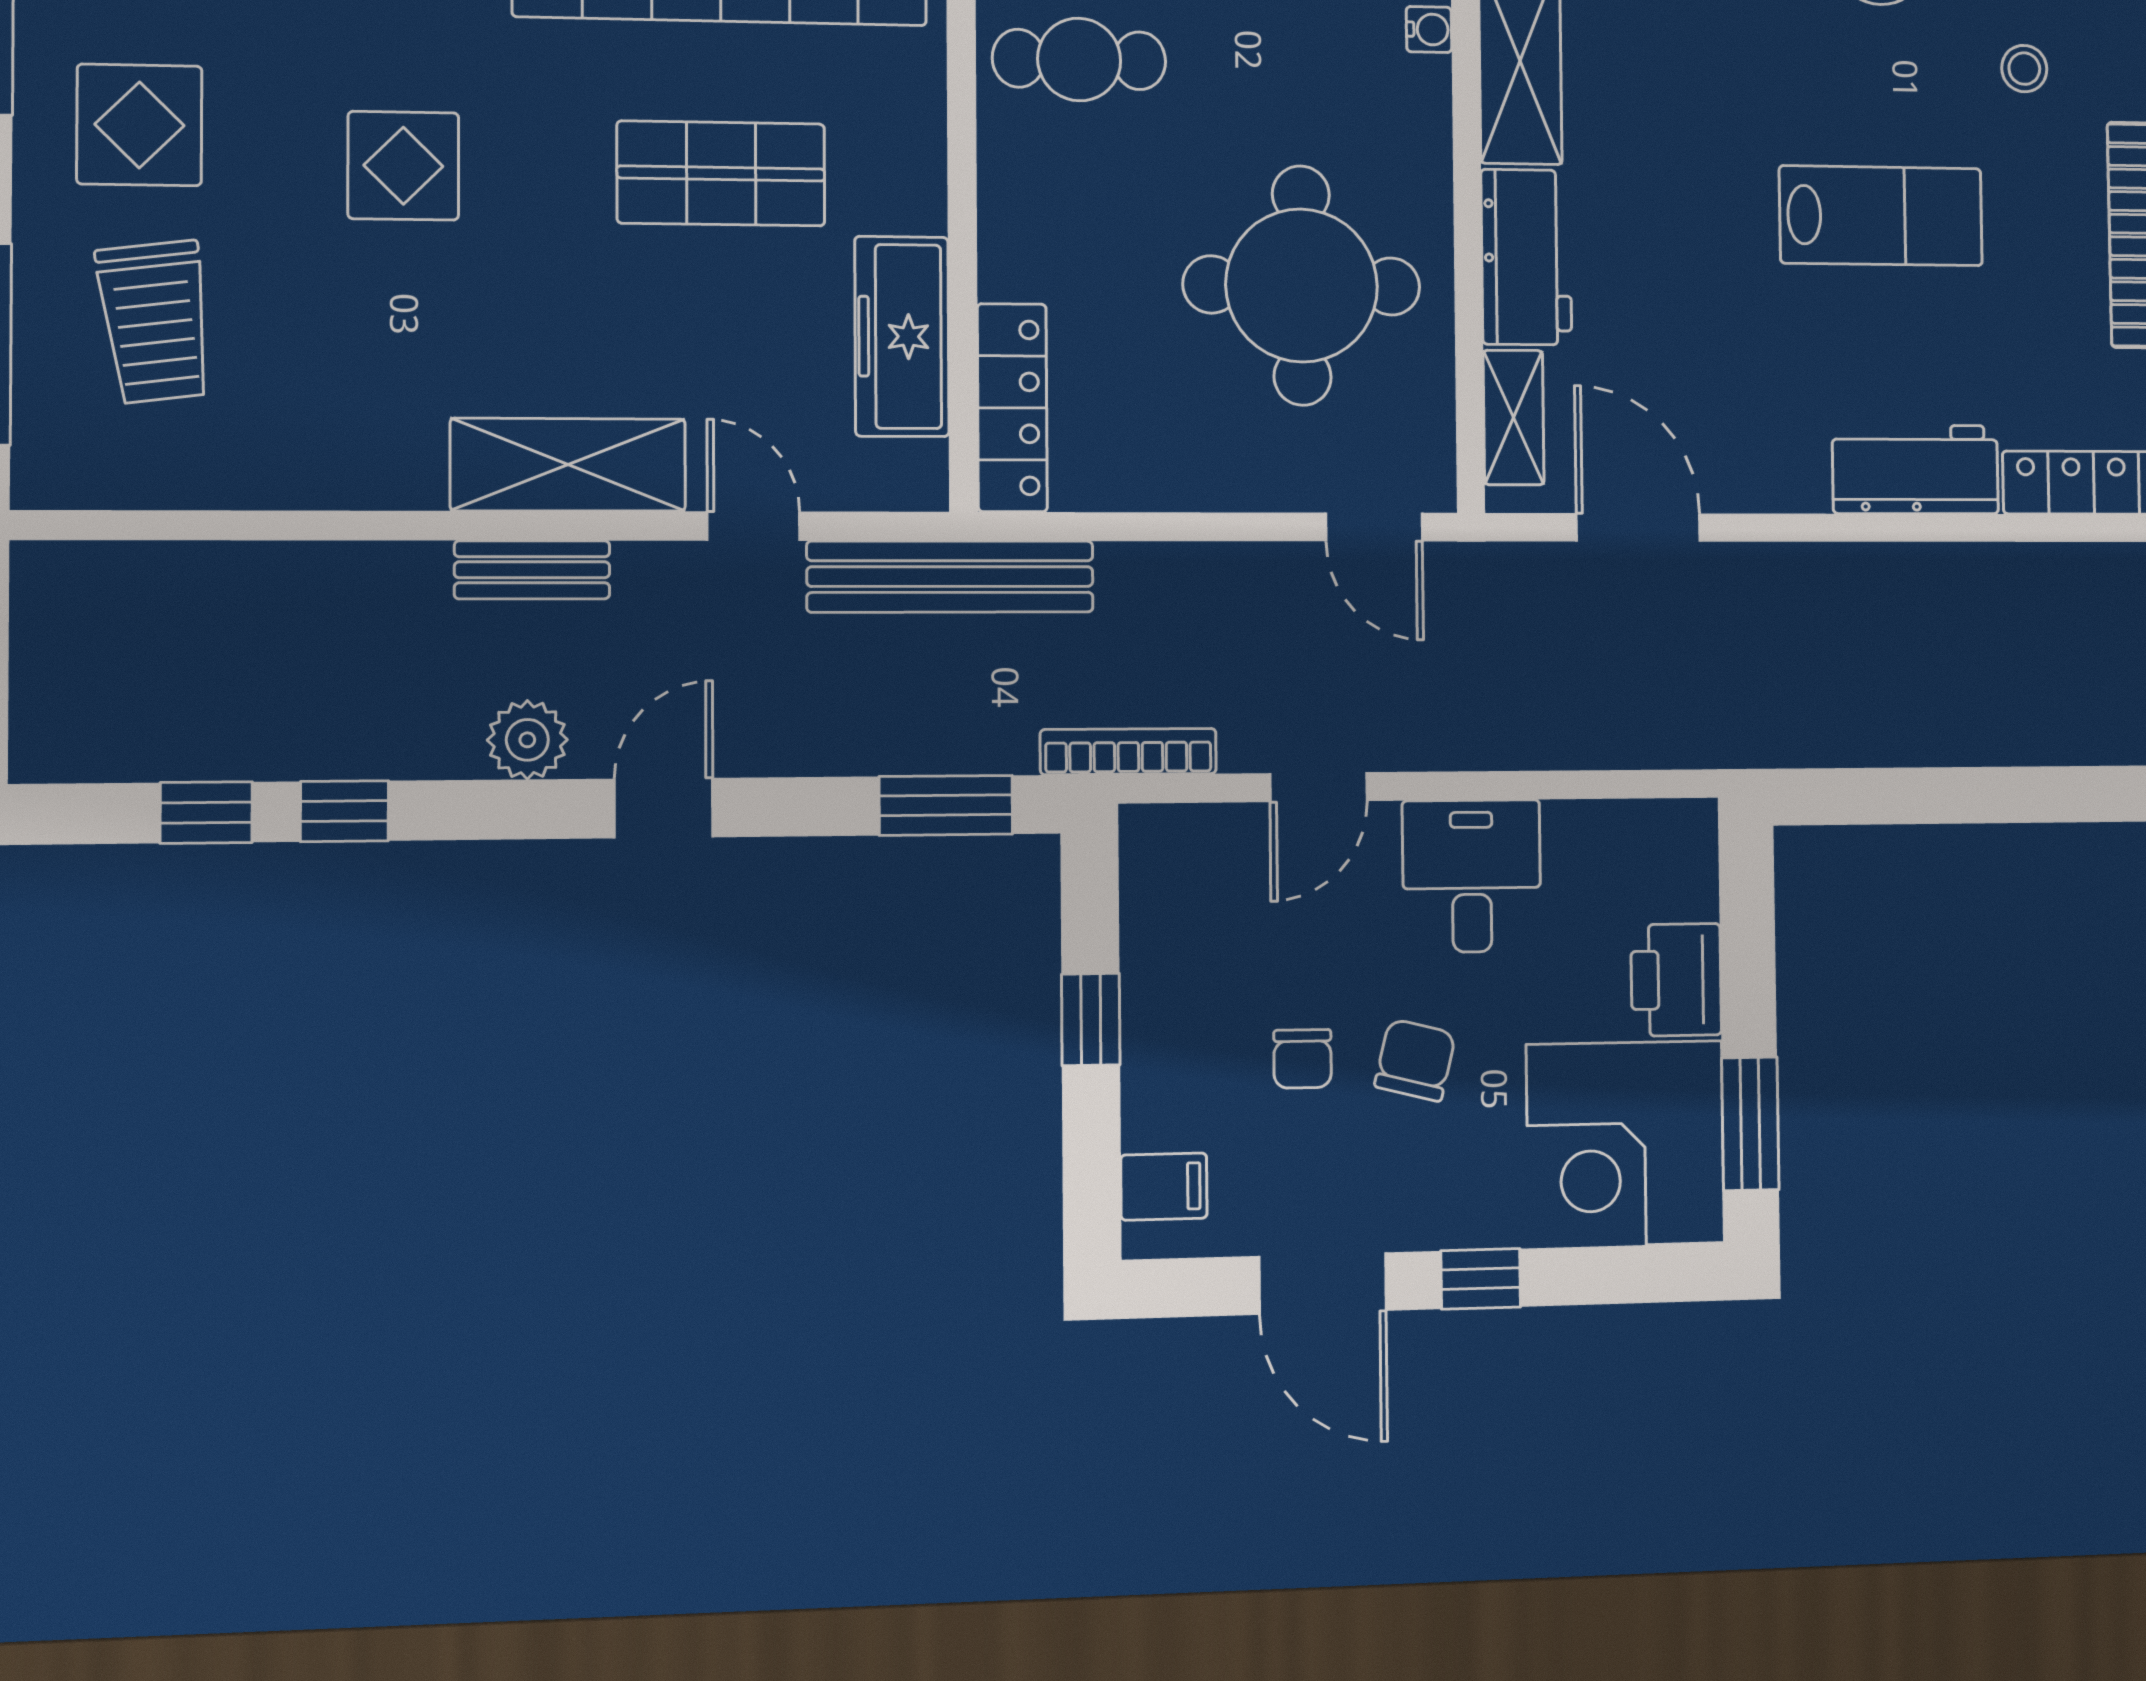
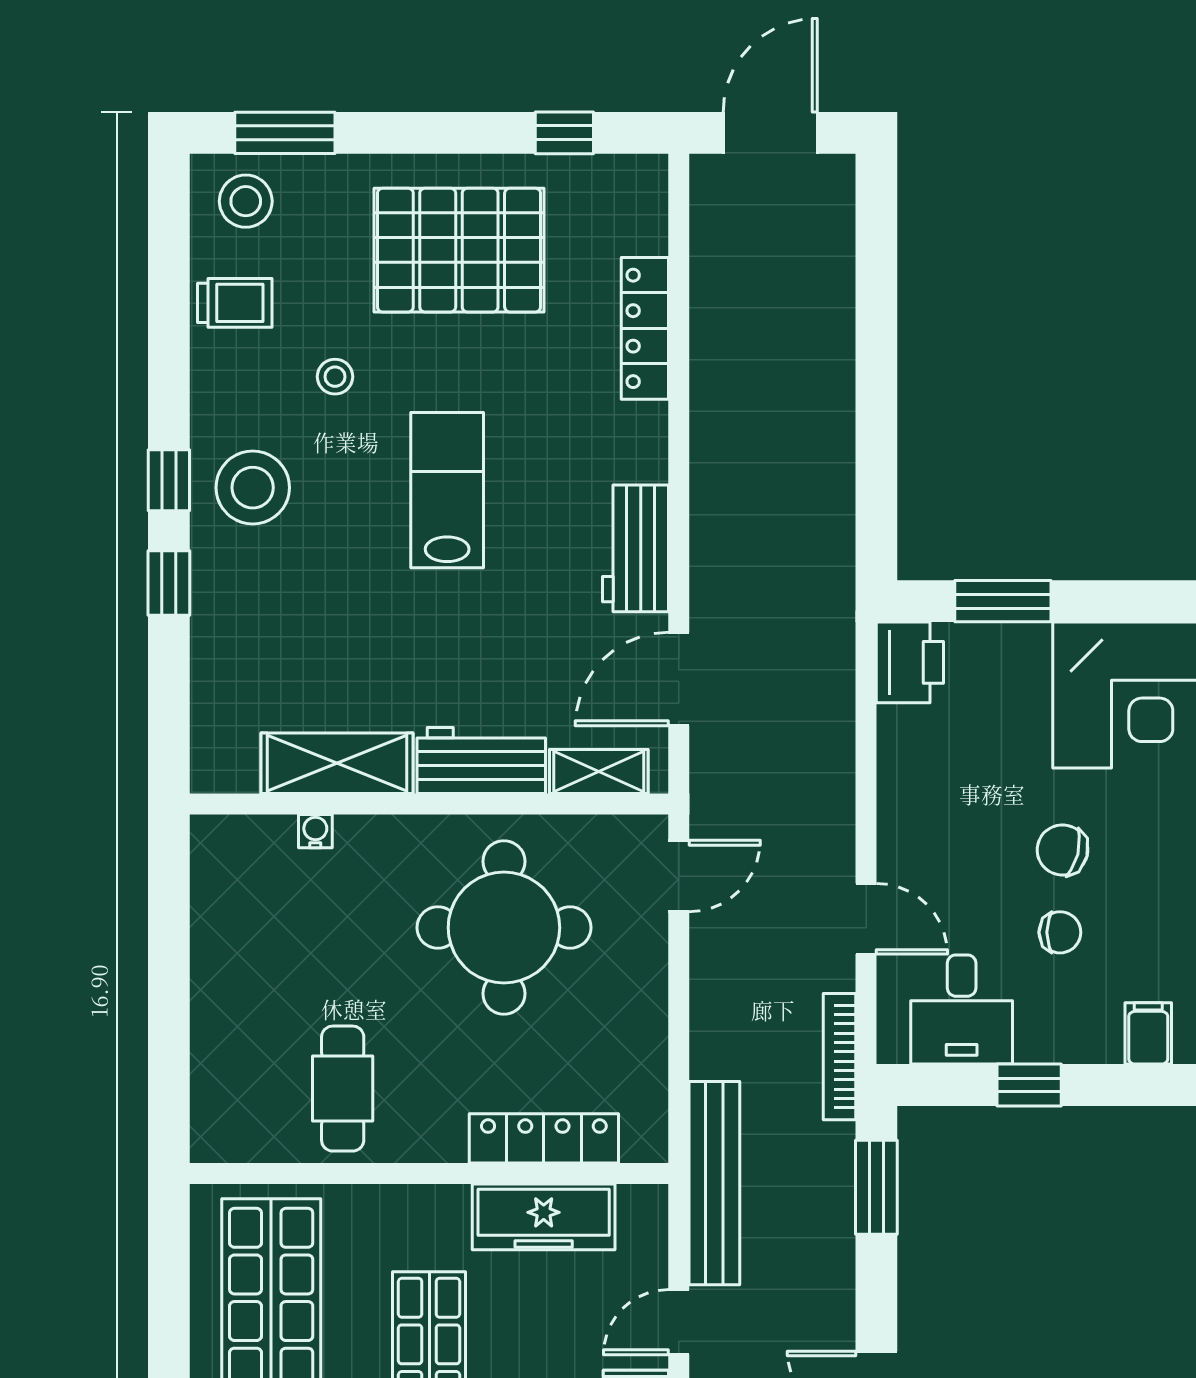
locker: (1012, 408) -> (544, 1138), moved
workbench: (1915, 469) -> (635, 548), moved
desk: (1472, 876) -> (962, 1009), moved, turned -90
printer: (1676, 980) -> (910, 662), moved, turned -90
window: (1750, 1124) -> (1003, 601), moved

